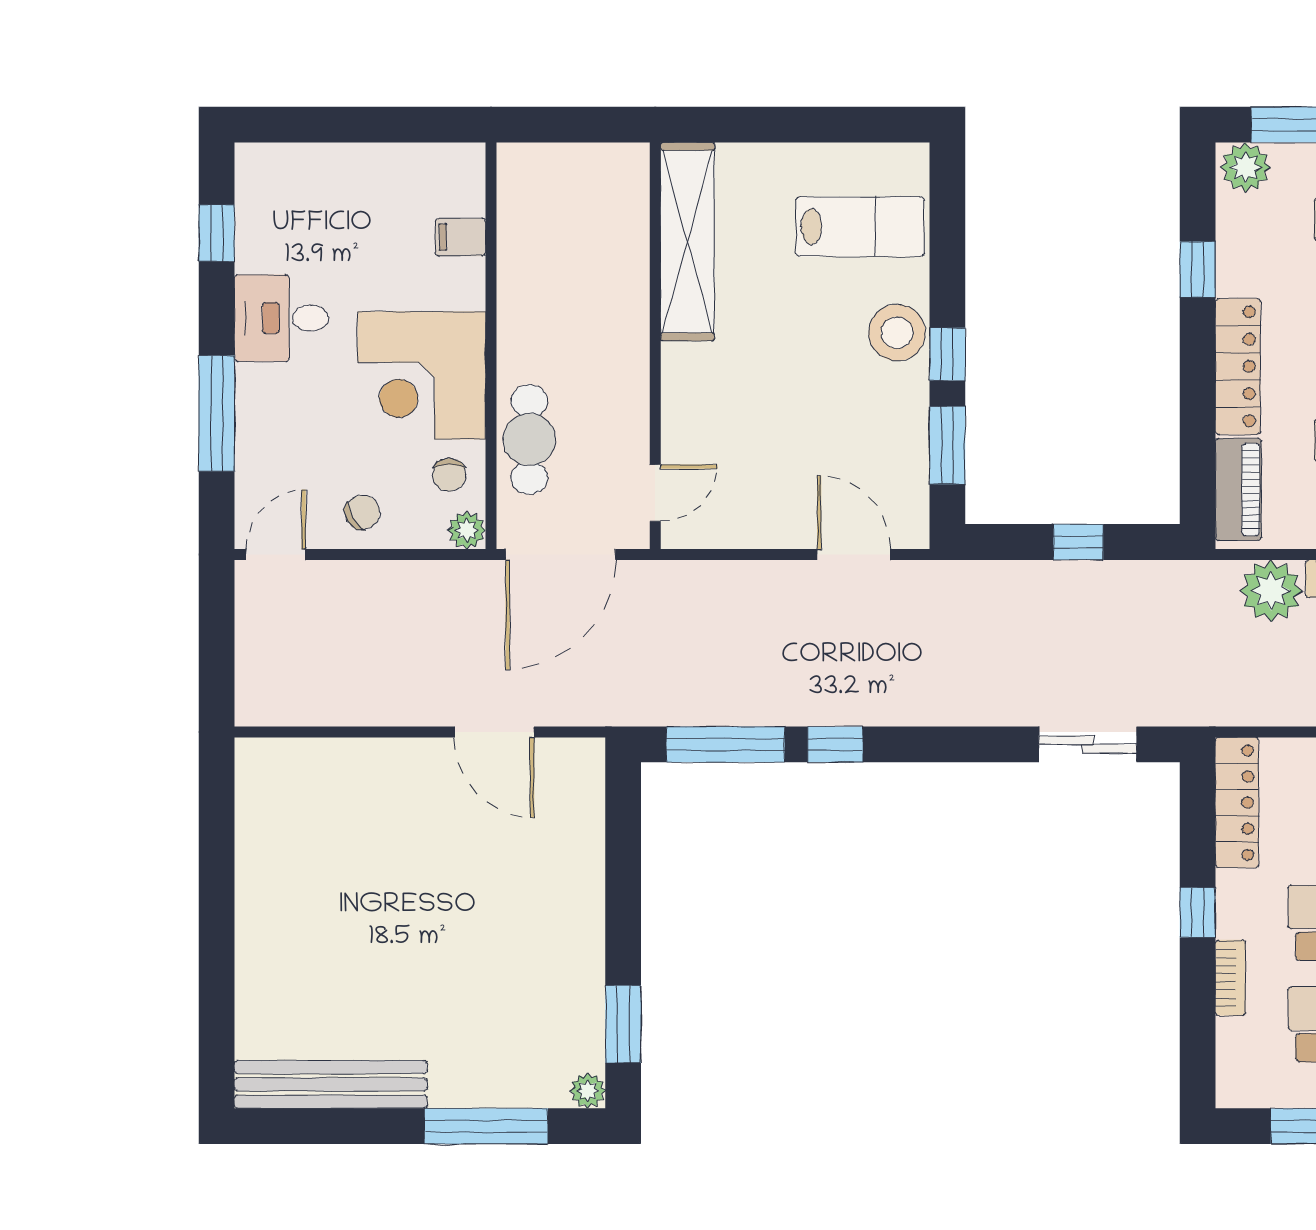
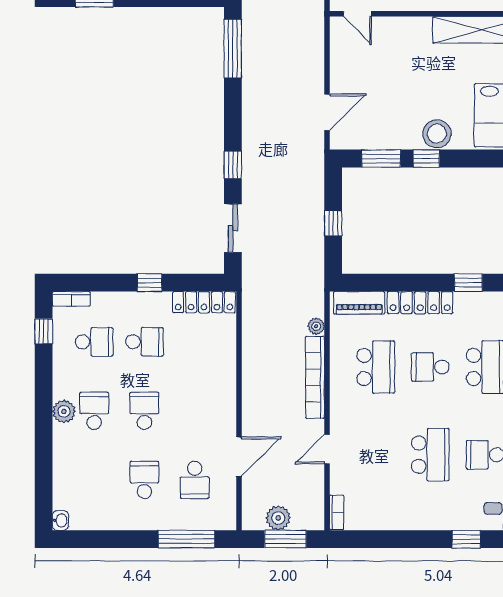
plant: (1271, 591) -> (316, 326), width x0.53, depth x0.53
window: (835, 744) -> (233, 165), moved
bookcase: (1231, 978) -> (71, 299), moved

